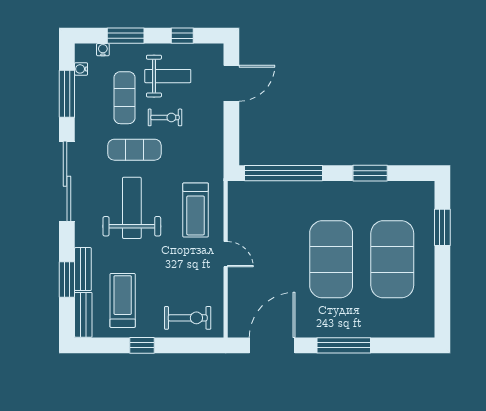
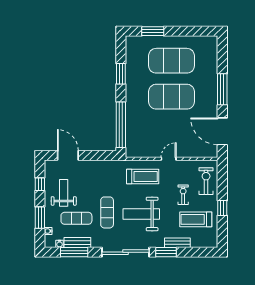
exercise bike: (165, 117) -> (183, 195), moved
window: (67, 280) -> (166, 252), moved
bench: (83, 315) -> (77, 243), moved

